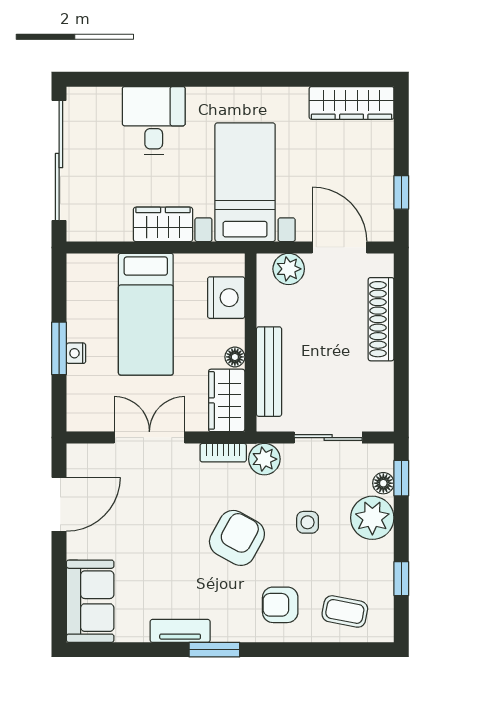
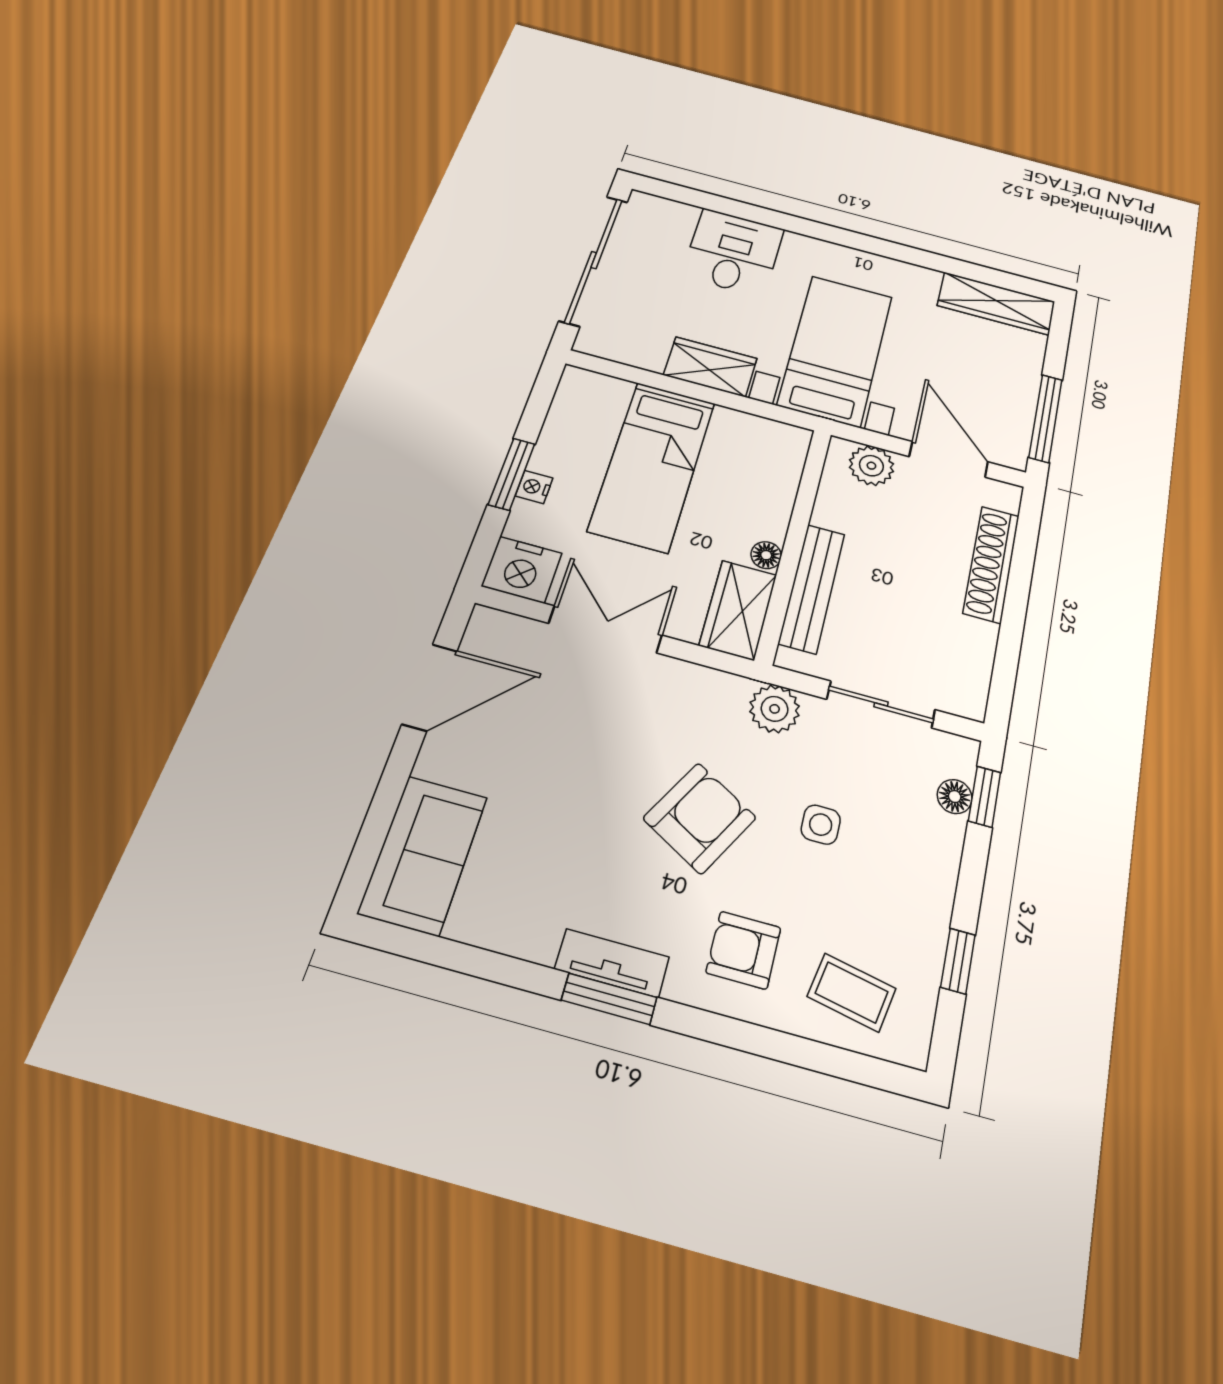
window: (401, 192) -> (1046, 418), width x2.17
nightstand: (226, 298) -> (522, 570), moved, turned 90
bookcase: (223, 453) -> (713, 682), removed
plant: (372, 518) -> (927, 846), removed
tv unit: (180, 631) -> (612, 963), moved

